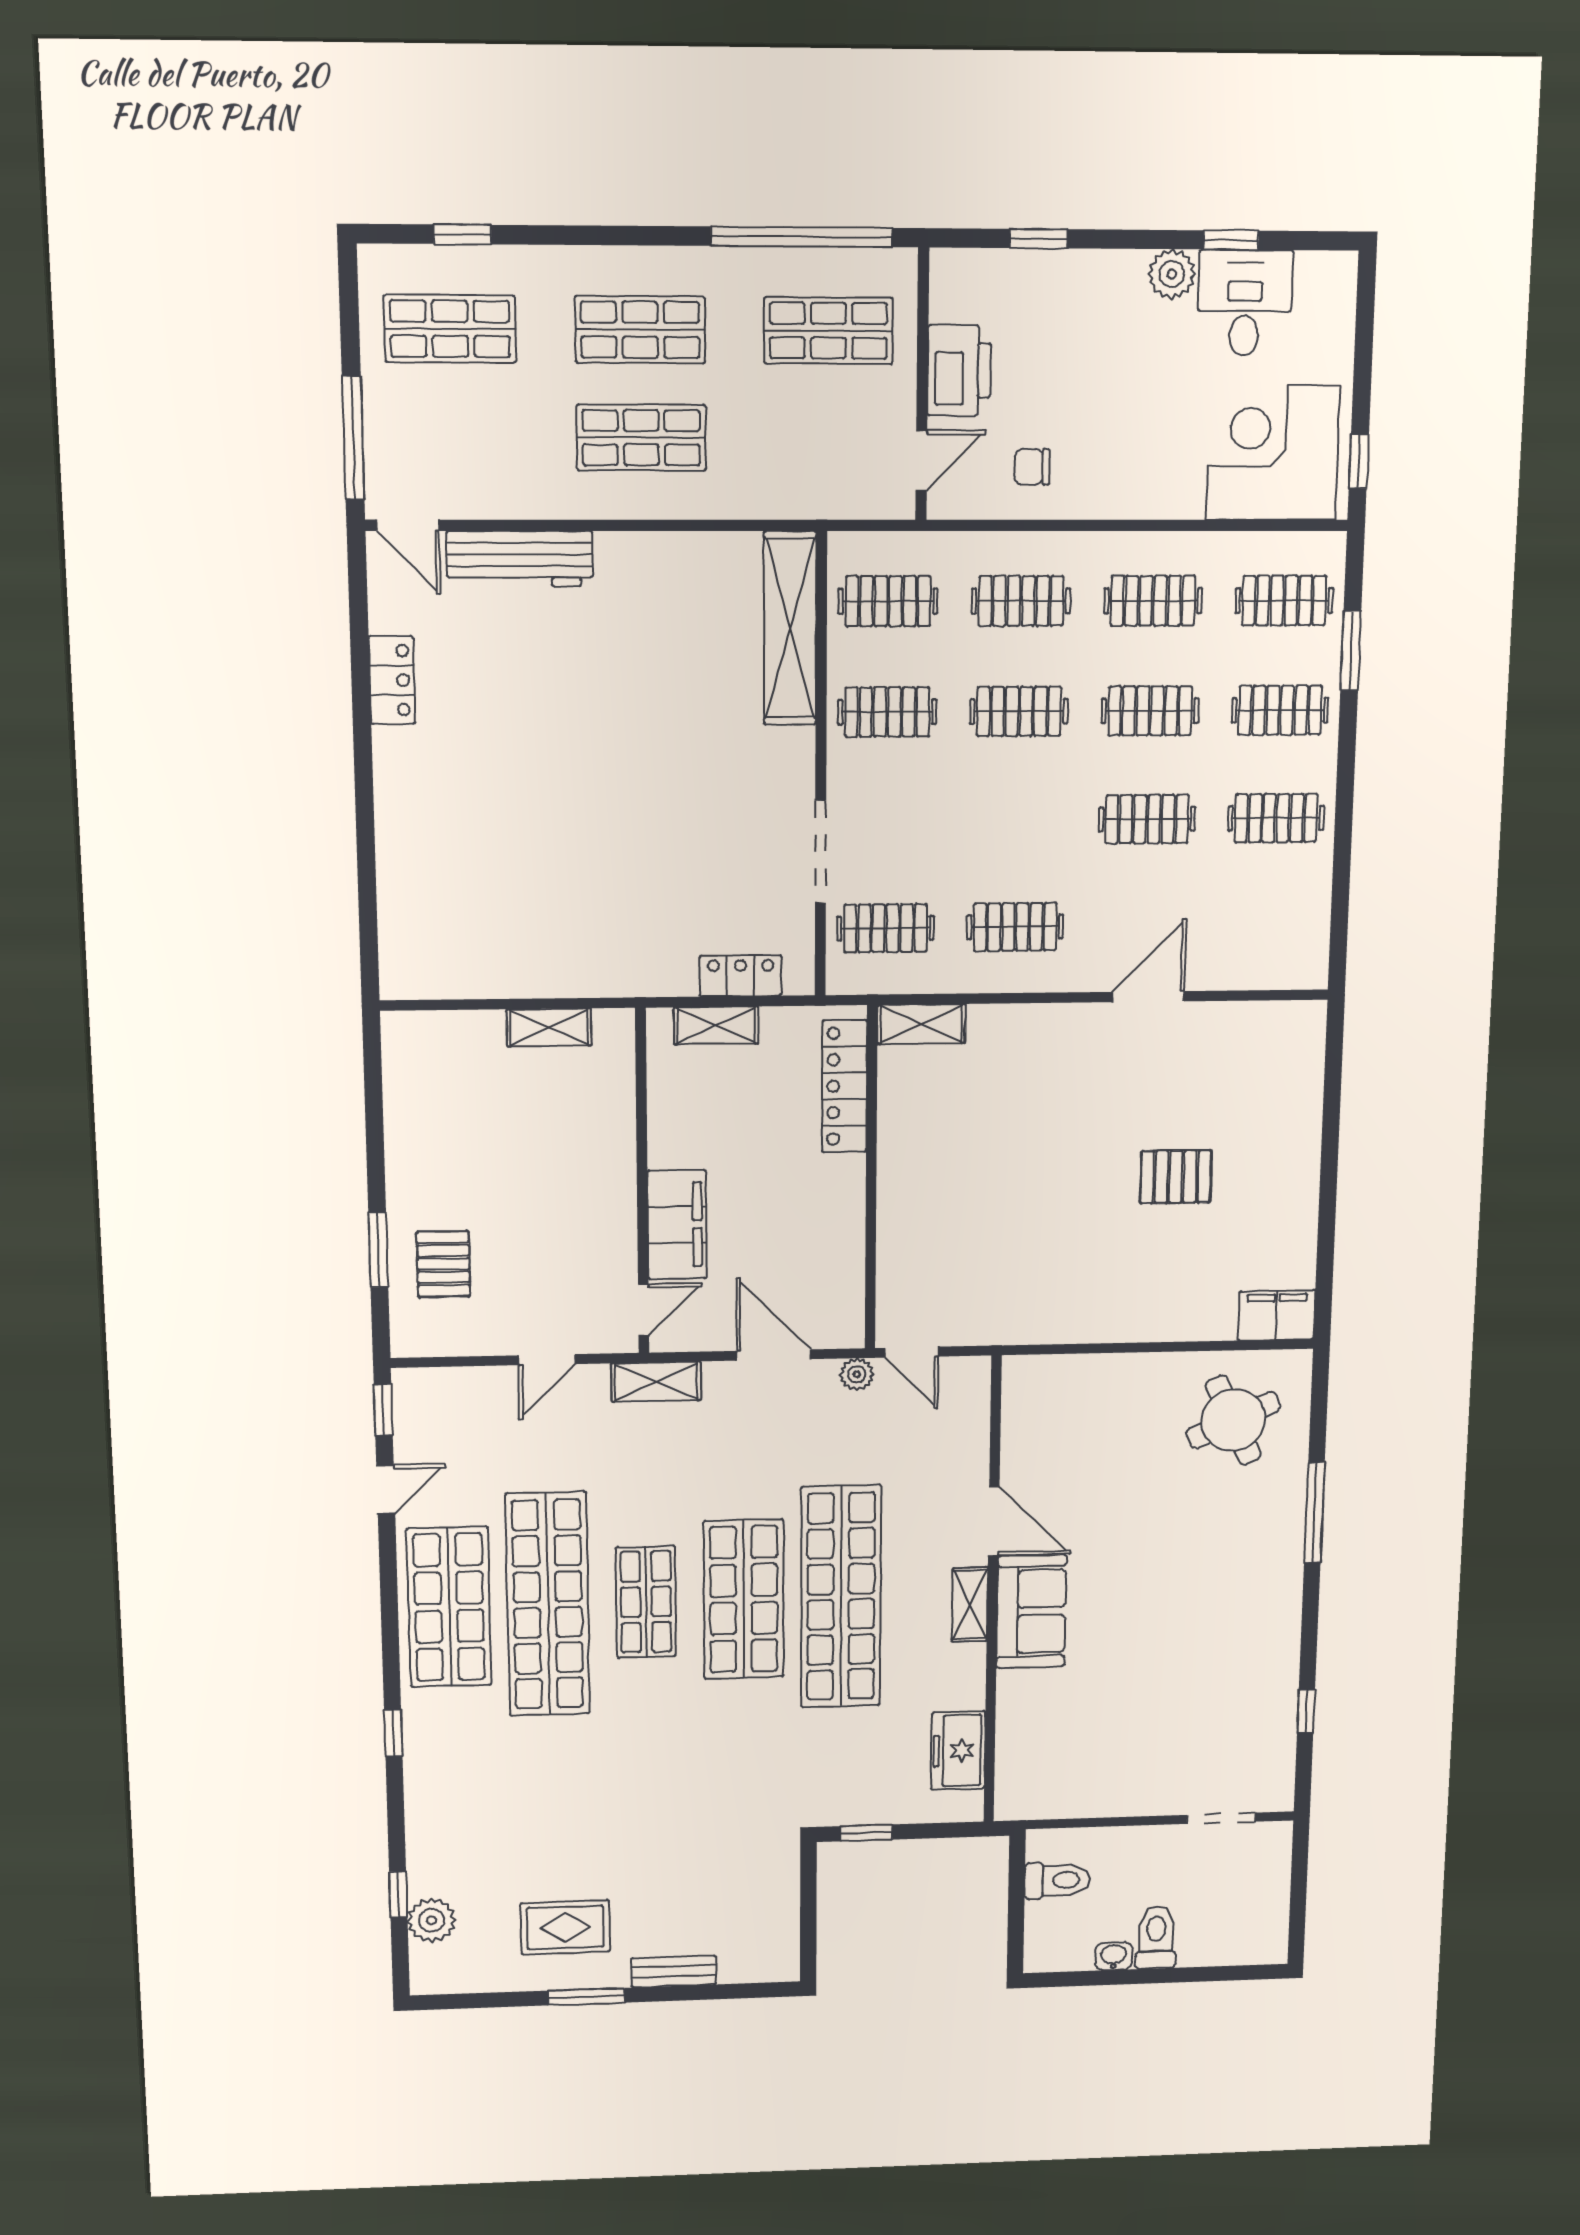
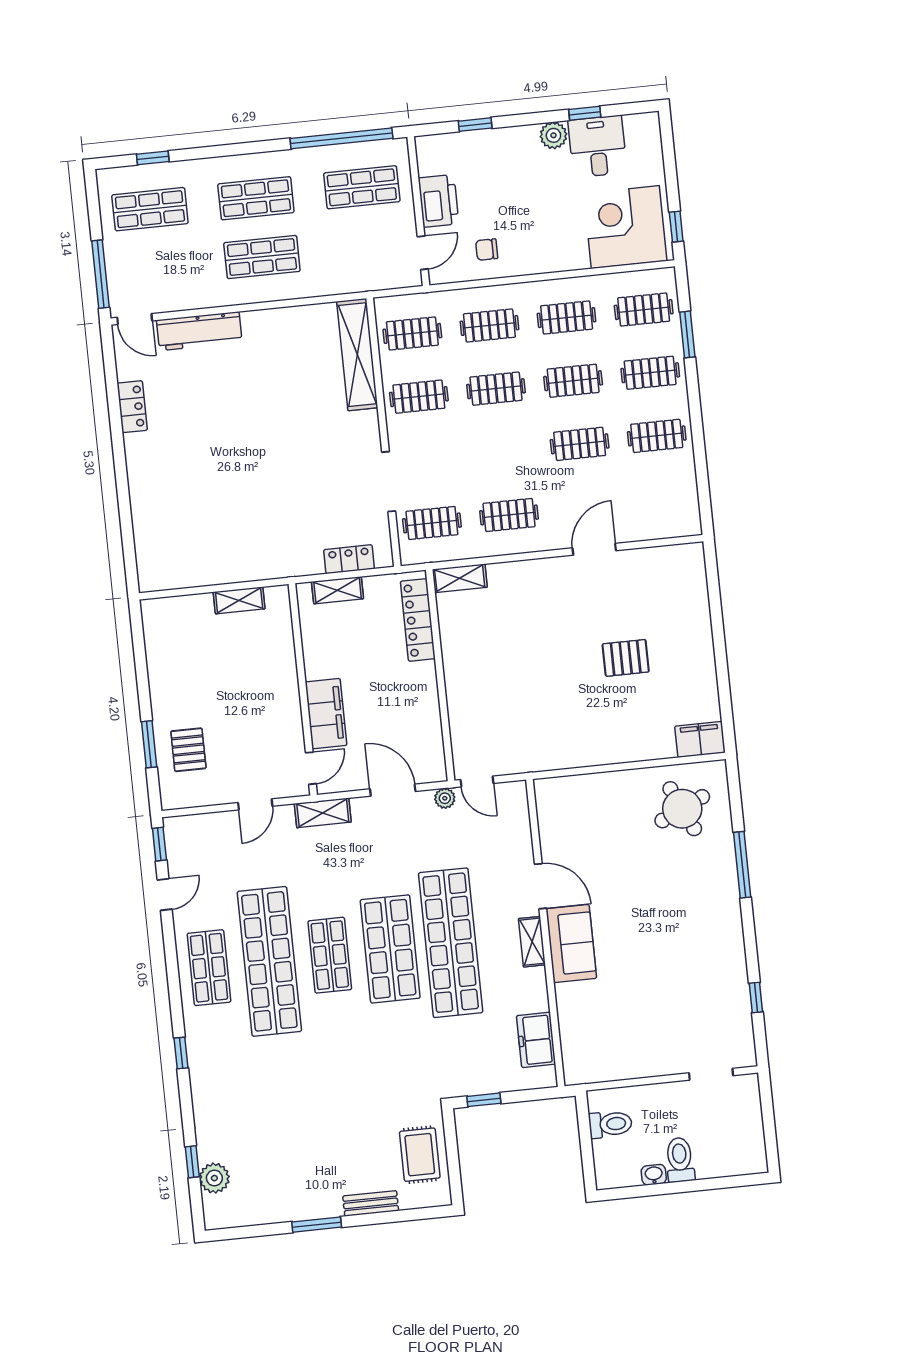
shop shelf: (449, 1607) -> (209, 968), width x0.70, depth x0.74
rug: (565, 1927) -> (420, 1155), moved, turned 90

